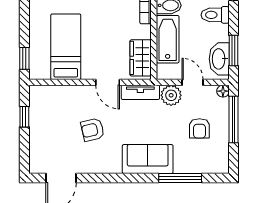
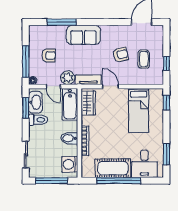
toilet: (215, 15) -> (38, 120), moved
bathtub: (168, 39) -> (70, 104), moved
coffee table: (58, 123) -> (144, 59), added
armchair: (199, 128) -> (49, 56), turned 90

